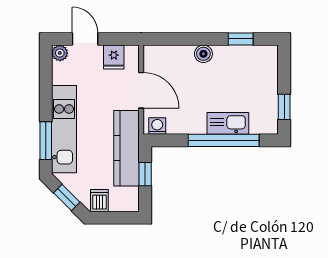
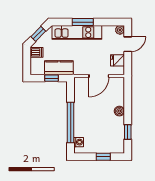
window: (284, 107) -> (103, 157), moved
kitchen sink: (228, 123) -> (80, 125), removed
washing machine: (157, 126) -> (79, 142), moved
window: (46, 141) -> (83, 22), moved
kitchen counter: (127, 148) -> (59, 68), width x0.67

